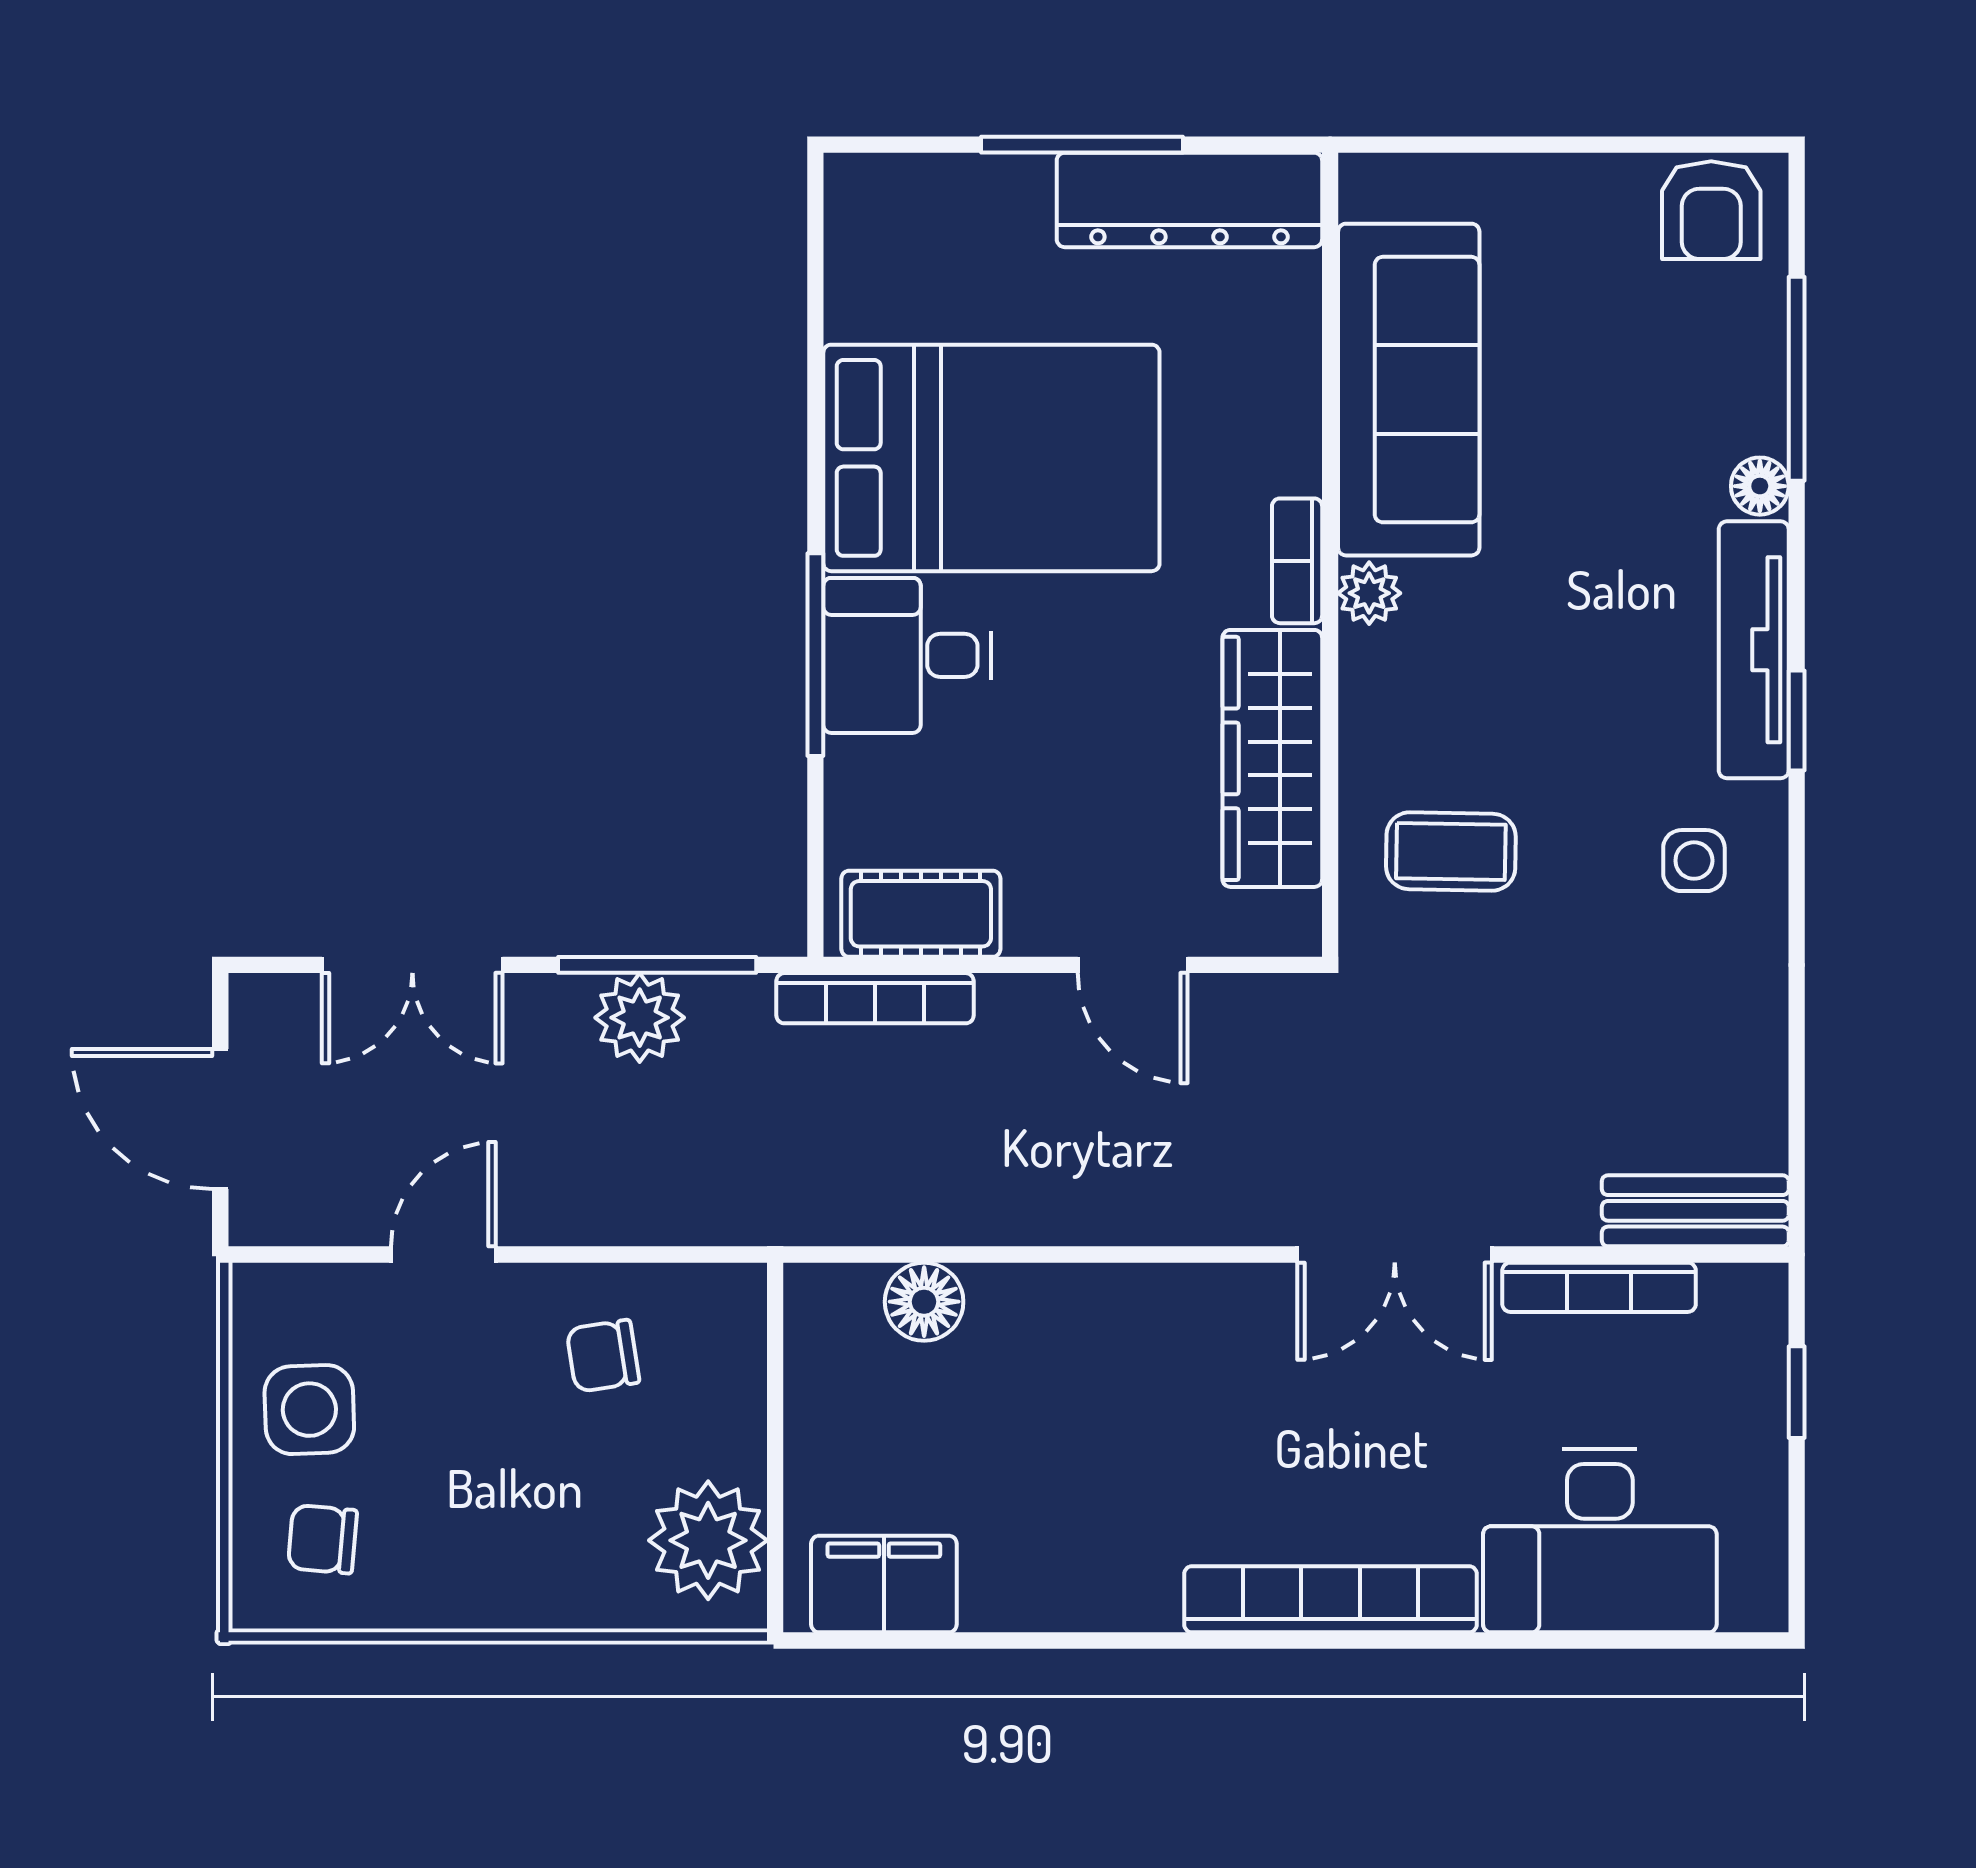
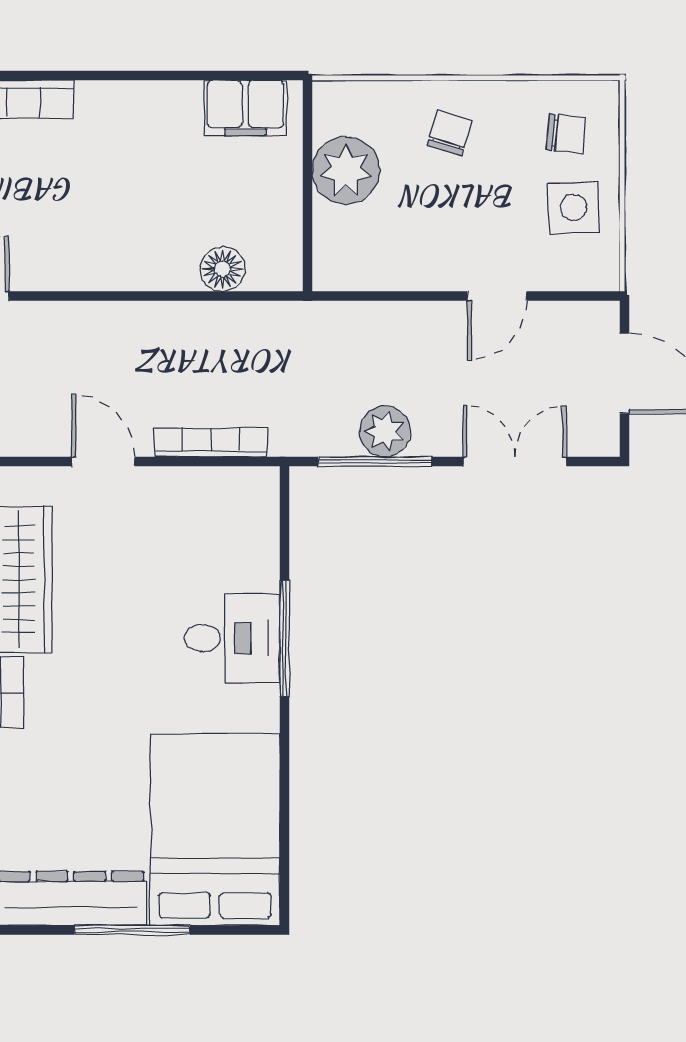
bed: (991, 458) -> (215, 829), moved, turned 90
cot: (921, 914) -> (224, 491), removed
bookcase: (875, 998) -> (211, 442), moved
chair: (603, 1356) -> (450, 133), moved, turned -64
plant: (708, 1540) -> (346, 170), moved

